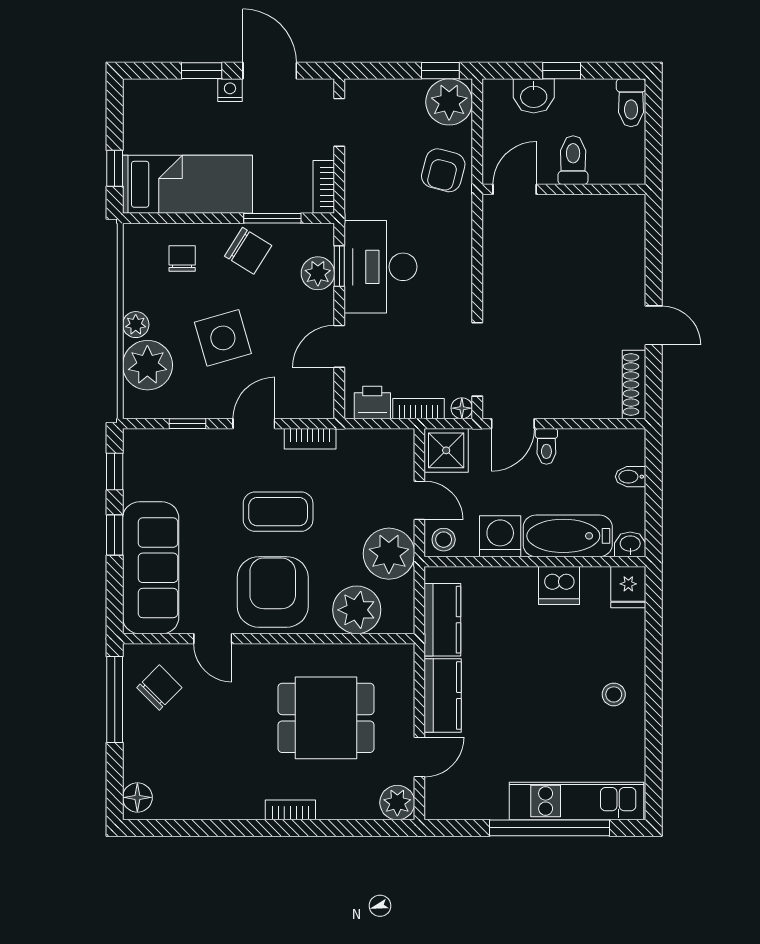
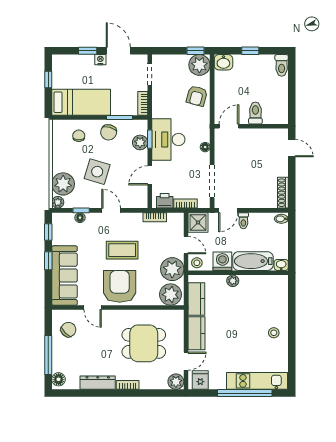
washbasin: (534, 96) -> (223, 62), moved
toilet: (573, 160) -> (255, 113), moved
window: (115, 168) -> (48, 79), moved
door: (515, 189) -> (229, 126), moved
wall: (564, 189) -> (251, 126), moved
chair: (248, 251) -> (109, 132), turned 73
plant: (136, 325) -> (58, 202), moved
door: (654, 325) -> (292, 148), moved
side table: (223, 338) -> (97, 172), turned 33
floor lamp: (462, 408) -> (205, 147), moved
door: (254, 424) -> (111, 210), hinge flipped
bookcase: (310, 439) -> (155, 217), moved
floor lamp: (185, 440) -> (80, 218), added
bidet: (630, 477) -> (281, 219), moved
plant: (523, 579) -> (233, 281), added
dishwasher: (559, 586) -> (249, 284), removed
fridge: (628, 587) -> (200, 380), moved, turned 180
plant: (357, 610) -> (171, 295), moved
window: (115, 700) -> (48, 355), moved
dresser: (224, 805) -> (98, 383), added

